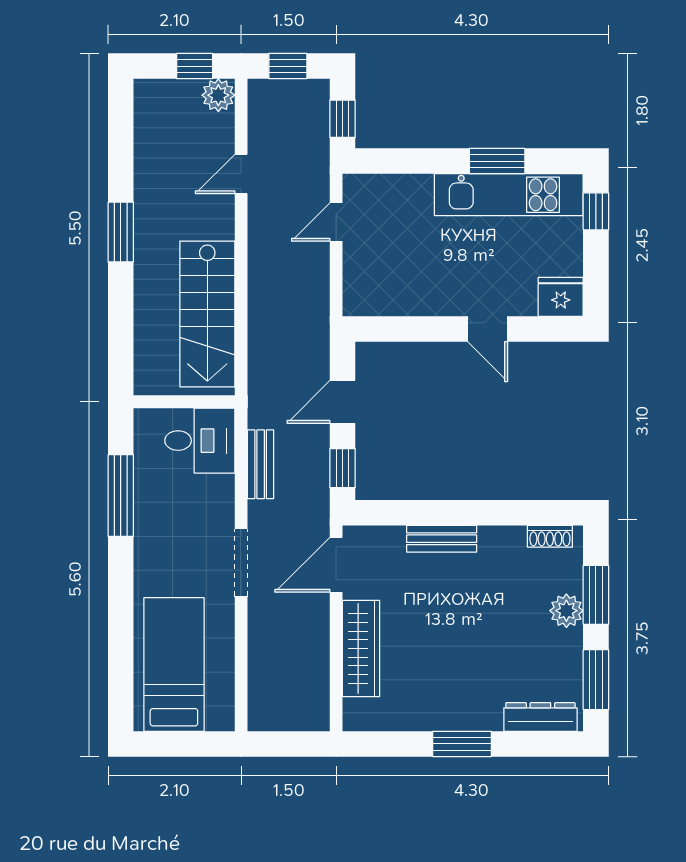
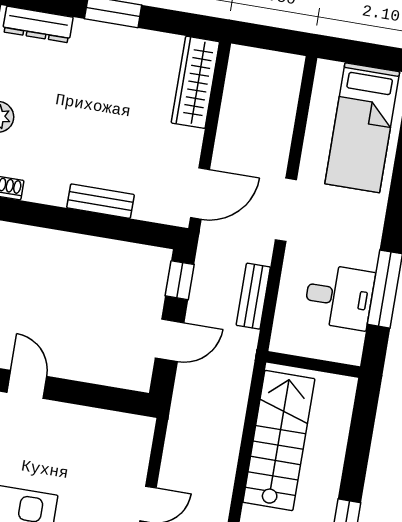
desk: (200, 441) -> (339, 297), moved, turned 180
wardrobe: (361, 648) -> (195, 82), moved

